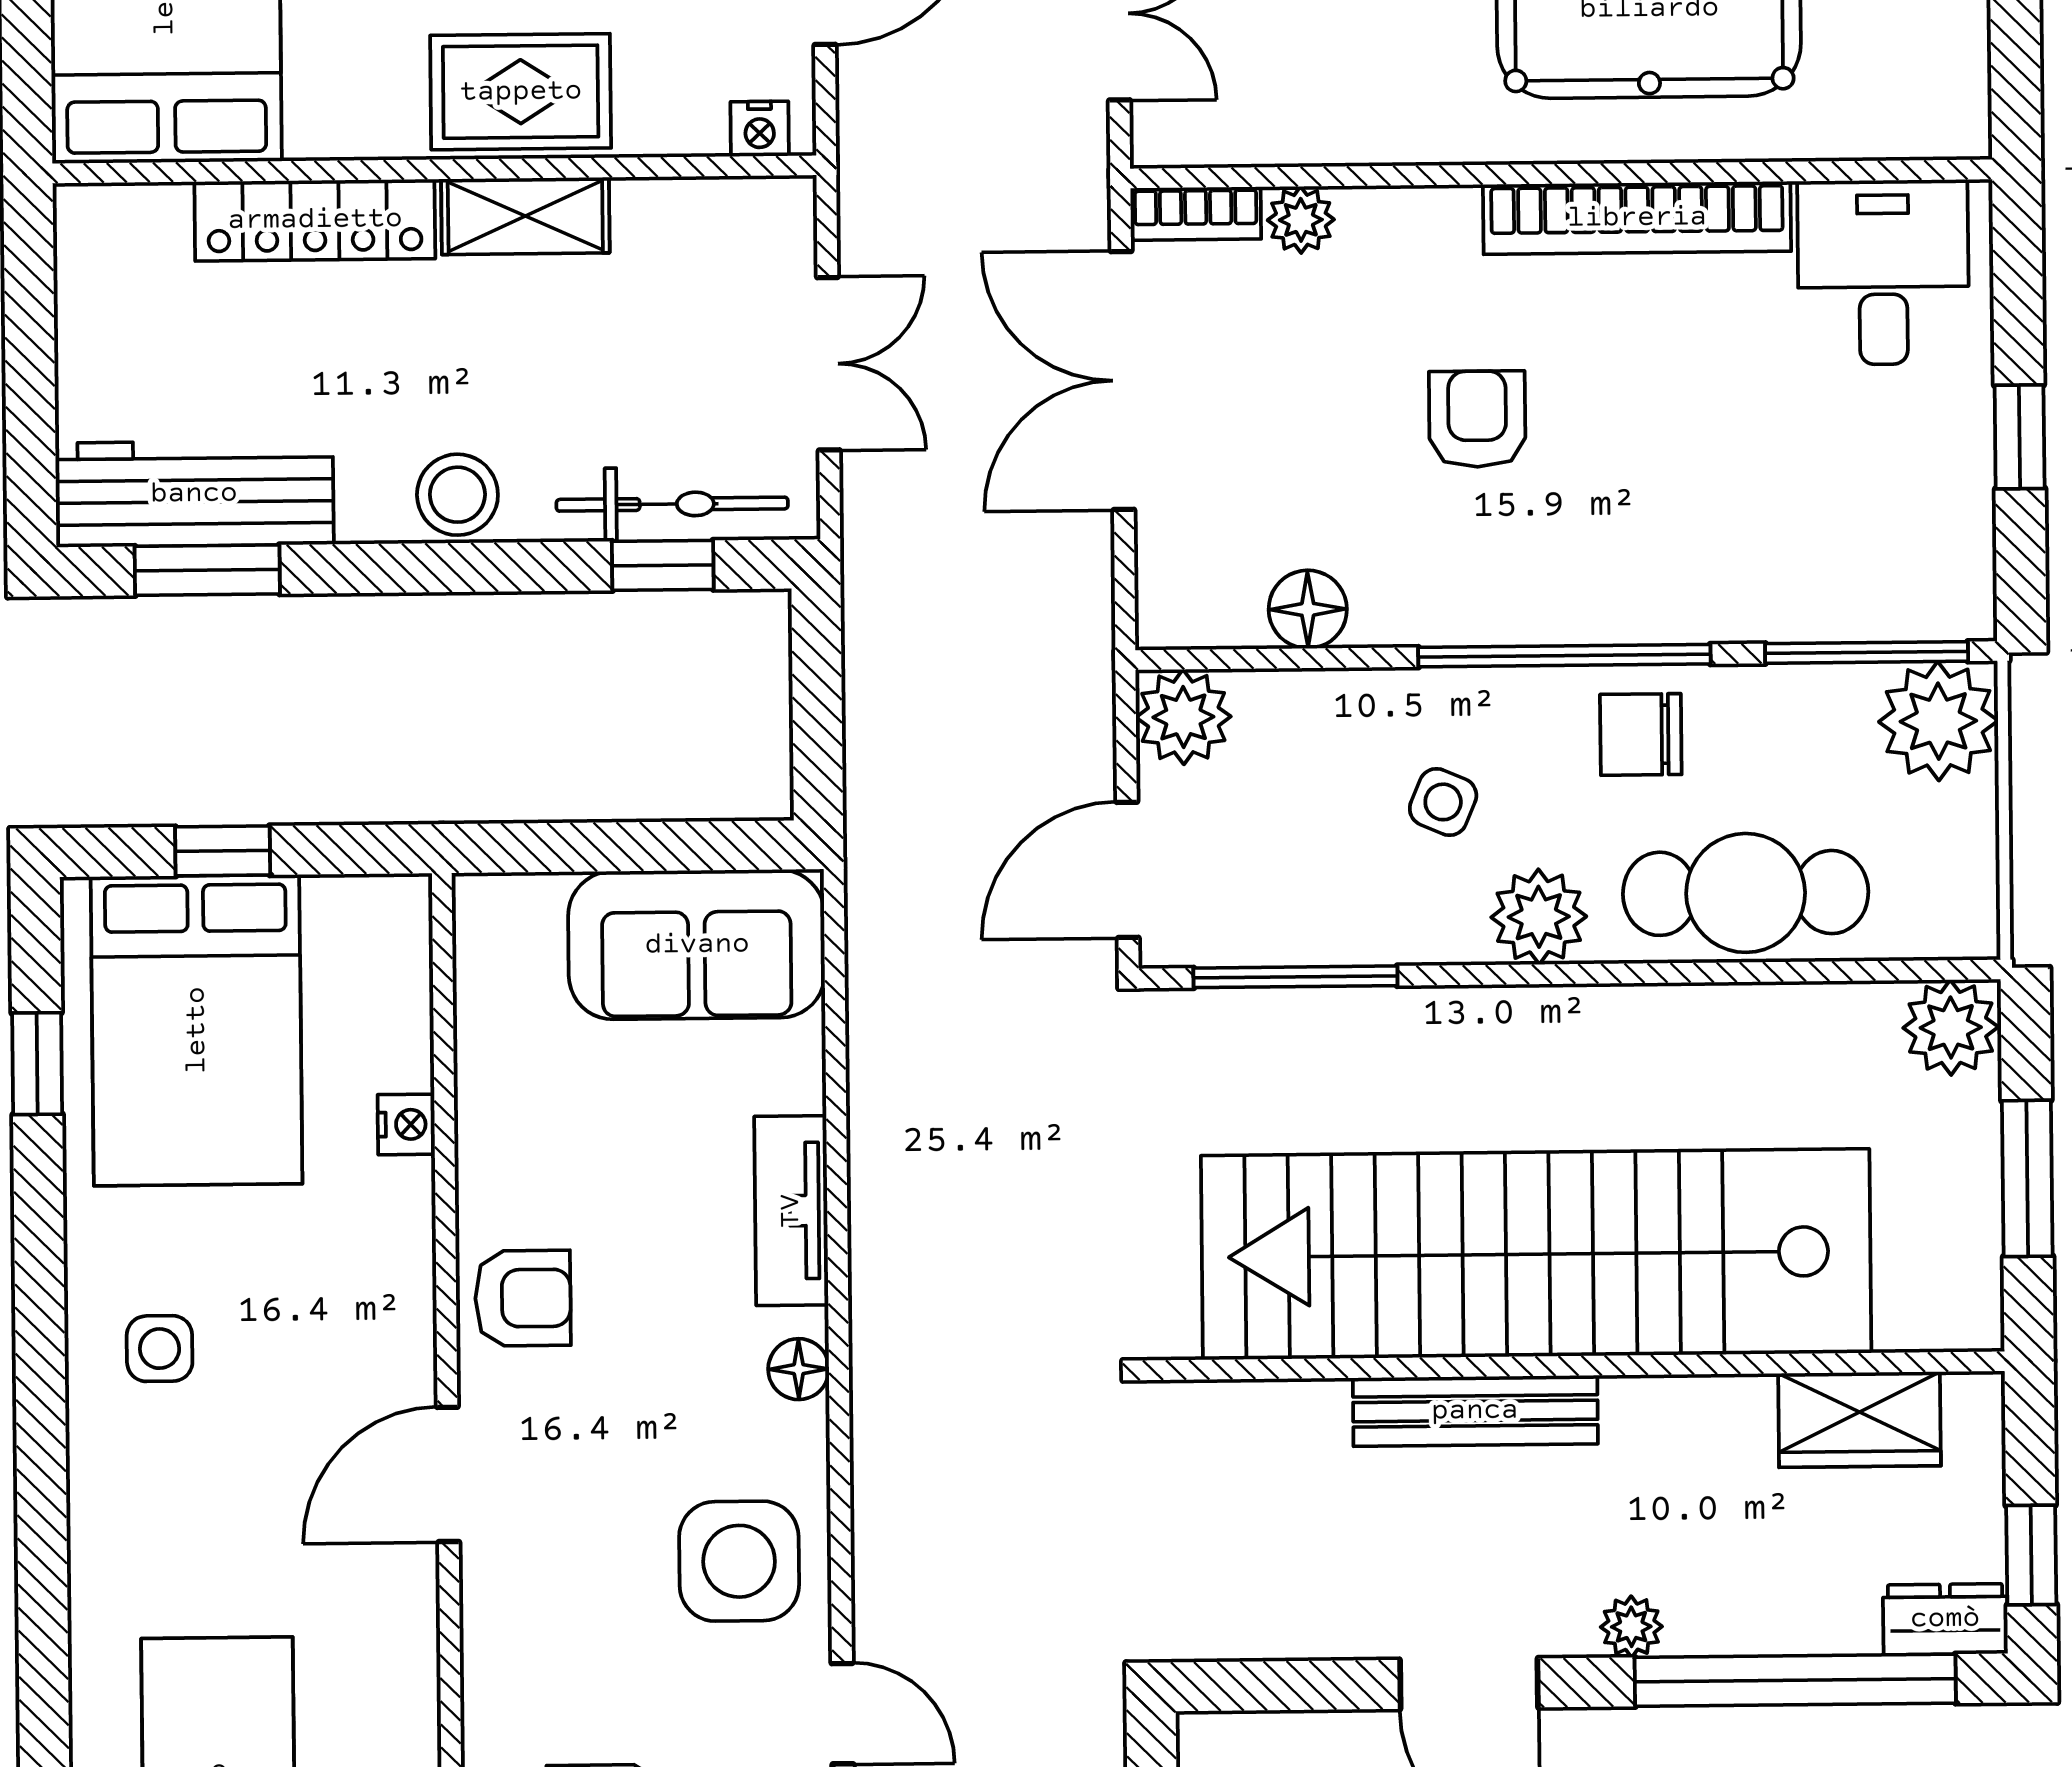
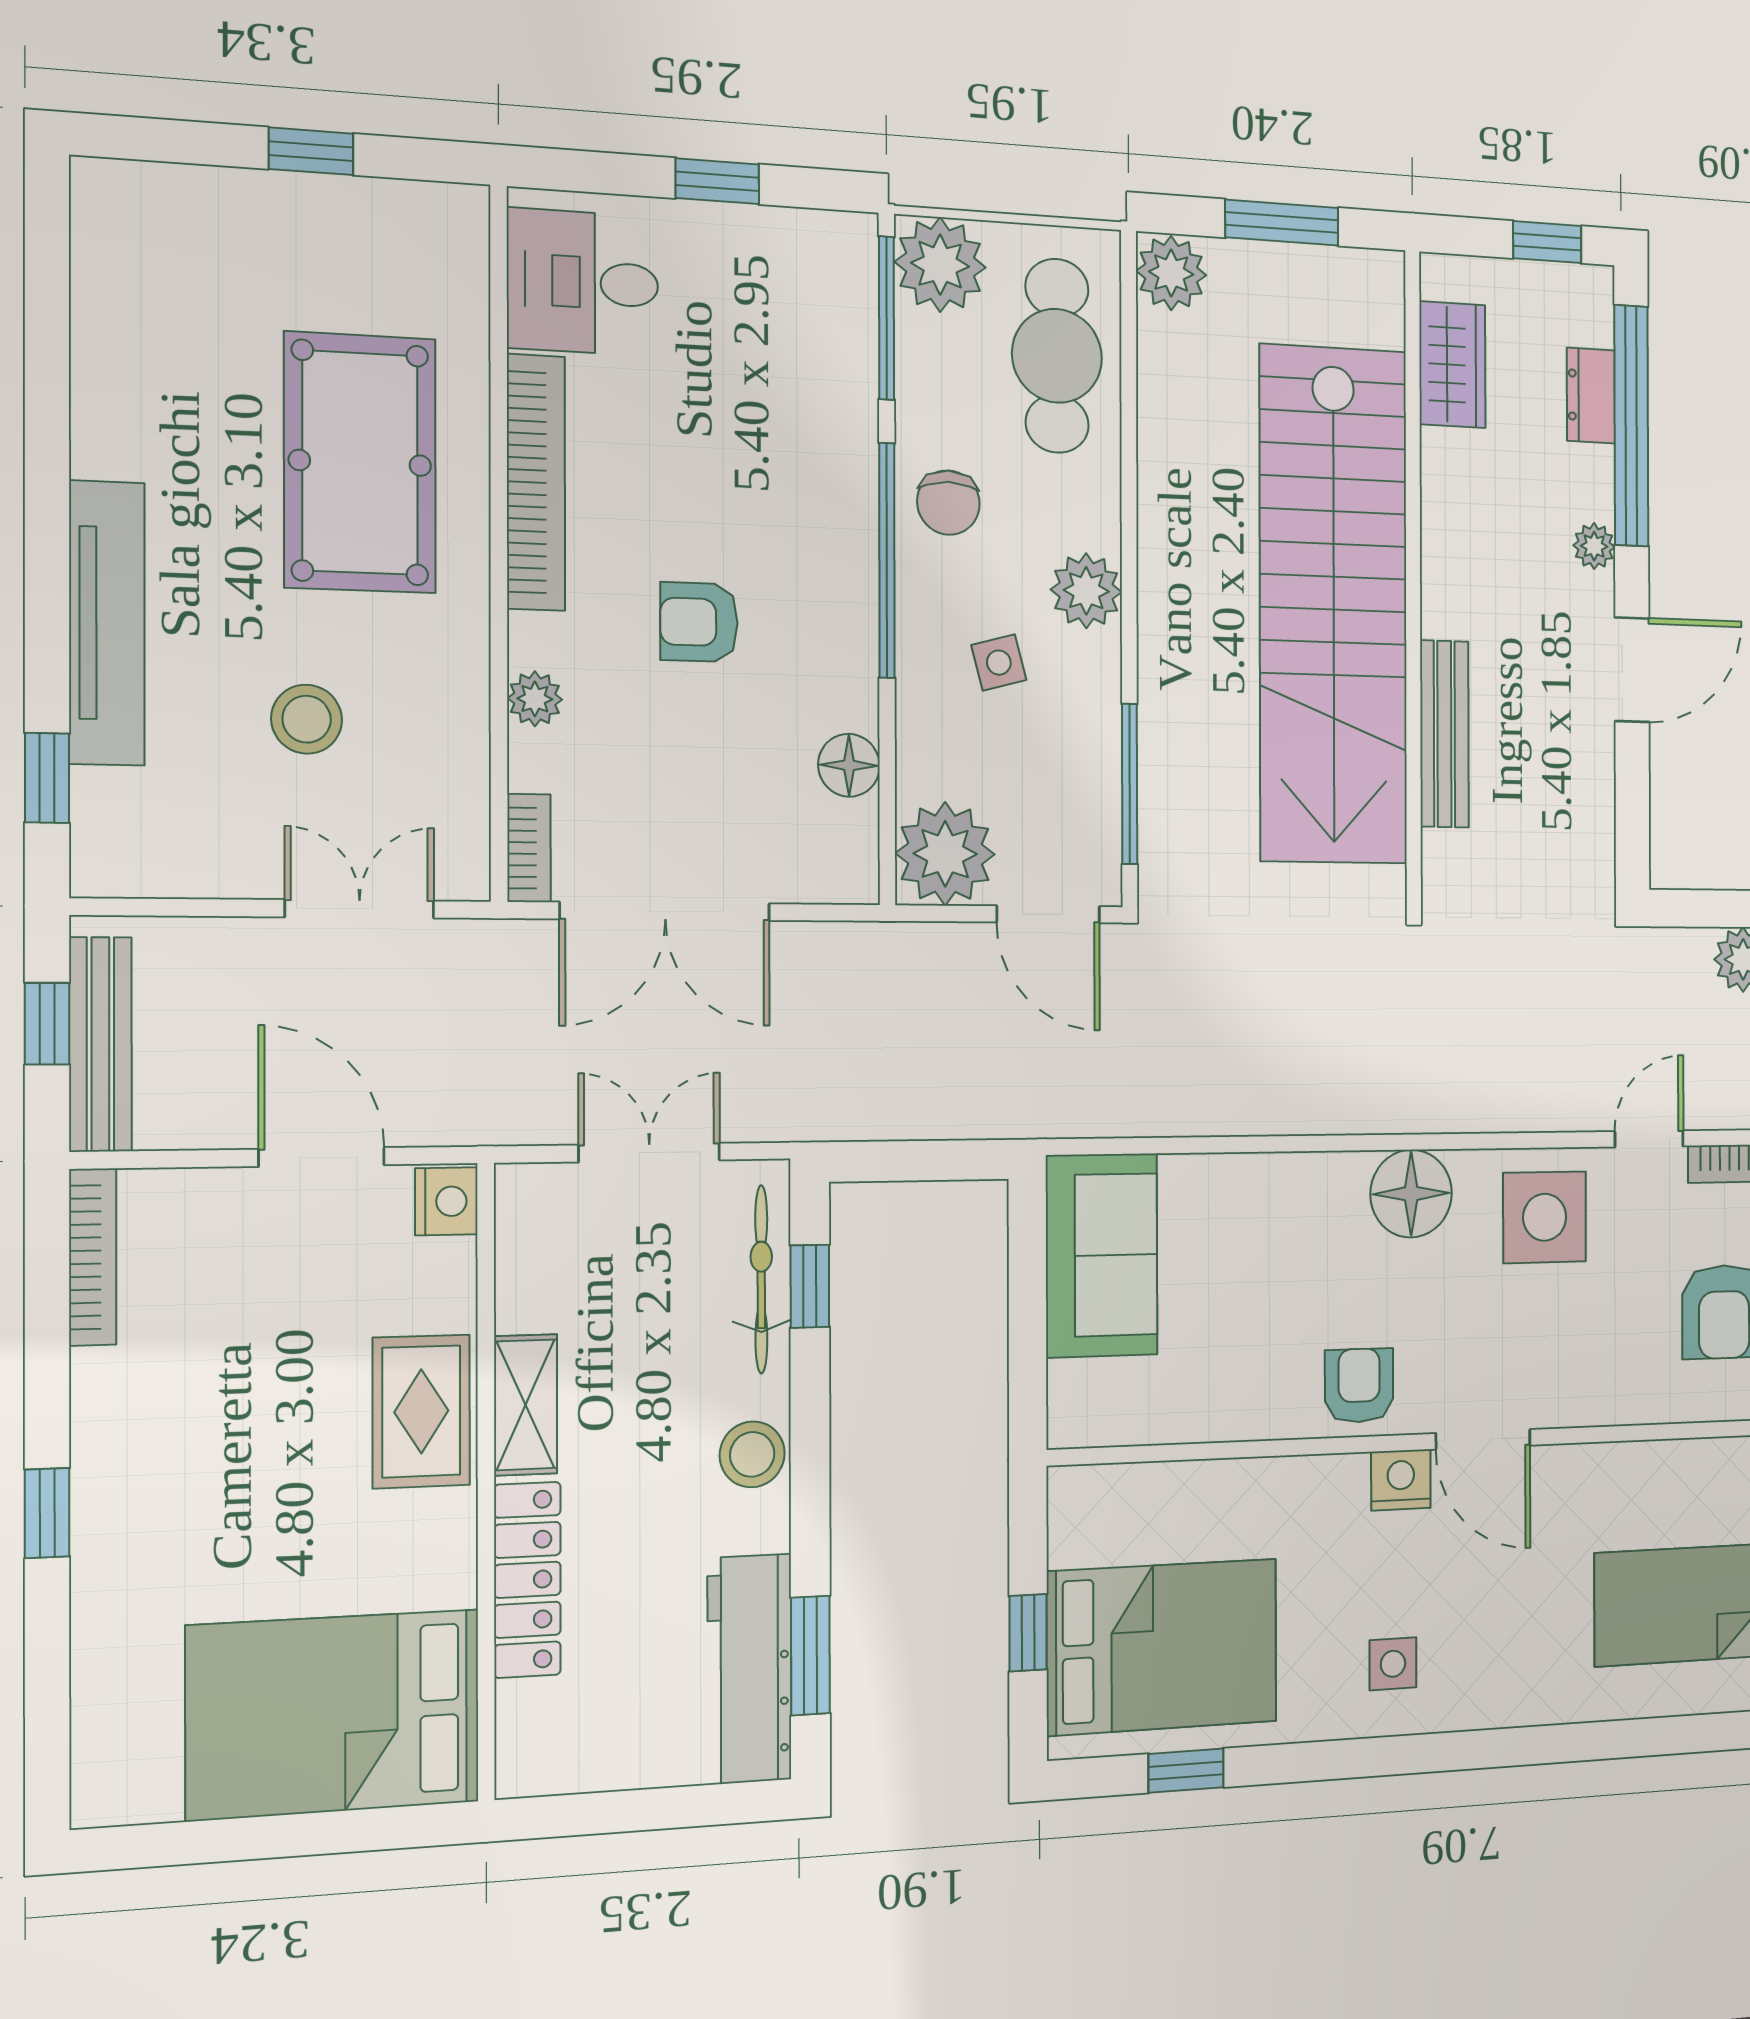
nightstand: (760, 129) -> (446, 1201), width x1.39, depth x1.35
plant: (1301, 220) -> (535, 699), moved
plant: (1183, 717) -> (945, 854), width x1.36, depth x1.36
side table: (1443, 802) -> (999, 663), turned -38
cafe table: (1746, 893) -> (1057, 356), moved
nightstand: (406, 1124) -> (1401, 1480), moved, width x1.39, depth x1.35
tv unit: (791, 1211) -> (1298, 1179), removed
floor lamp: (799, 1369) -> (1411, 1194), width x1.89, depth x1.89
bench: (1475, 1411) -> (1444, 734), moved
dresser: (1945, 1619) -> (1591, 396), moved

